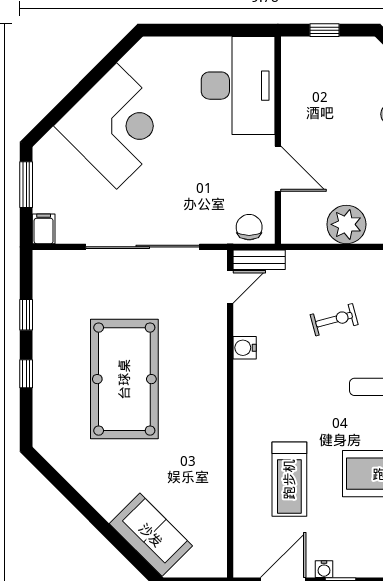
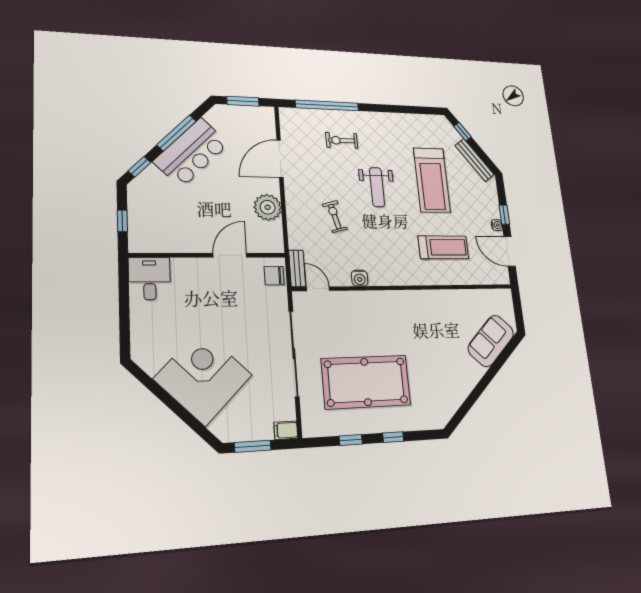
desk: (238, 86) -> (149, 279), width x0.53, depth x0.77
pool table: (124, 379) -> (366, 382), moved

